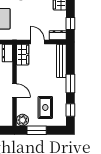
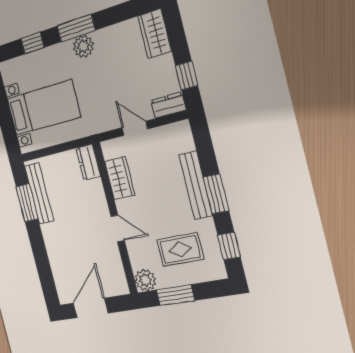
wardrobe: (23, 55) -> (120, 178), moved
bench: (61, 61) -> (196, 185), moved
rug: (45, 107) -> (180, 249), turned 90

